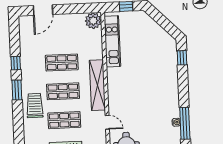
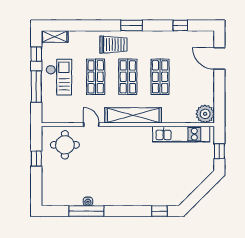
window: (16, 63) -> (180, 25), moved
door: (107, 122) -> (91, 125), swing flipped

